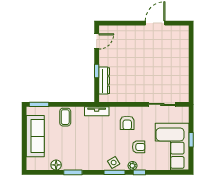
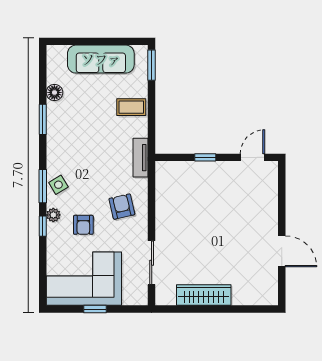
door: (97, 41) -> (252, 157), swing flipped
wardrobe: (182, 72) -> (204, 295), added
dresser: (104, 81) -> (190, 170), removed
armchair: (127, 123) -> (122, 207), turned 77

